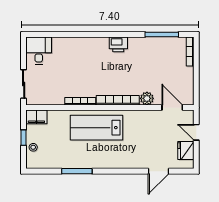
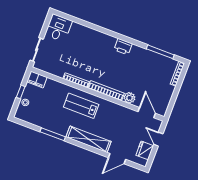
lab bench: (96, 128) -> (81, 106), width x0.73, depth x0.72
shelving: (119, 162) -> (89, 139), added

